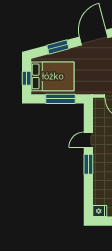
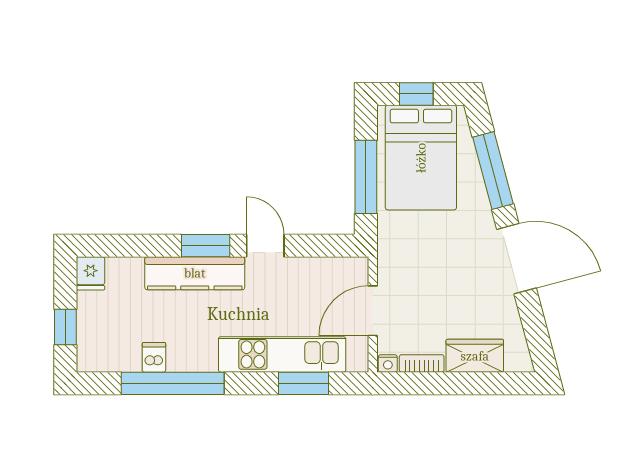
window: (58, 47) -> (493, 171), width x1.44
kitchen counter: (100, 169) -> (195, 273), added

